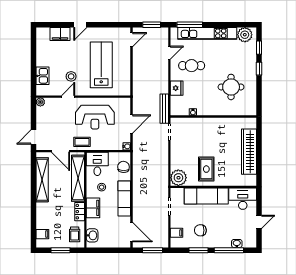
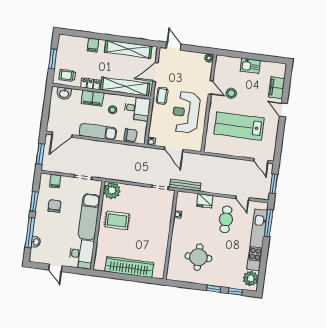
lab bench: (101, 65) -> (239, 126), turned 180
kitchen sink: (42, 76) -> (250, 66), moved
filing cabinet: (42, 234) -> (93, 45), moved

